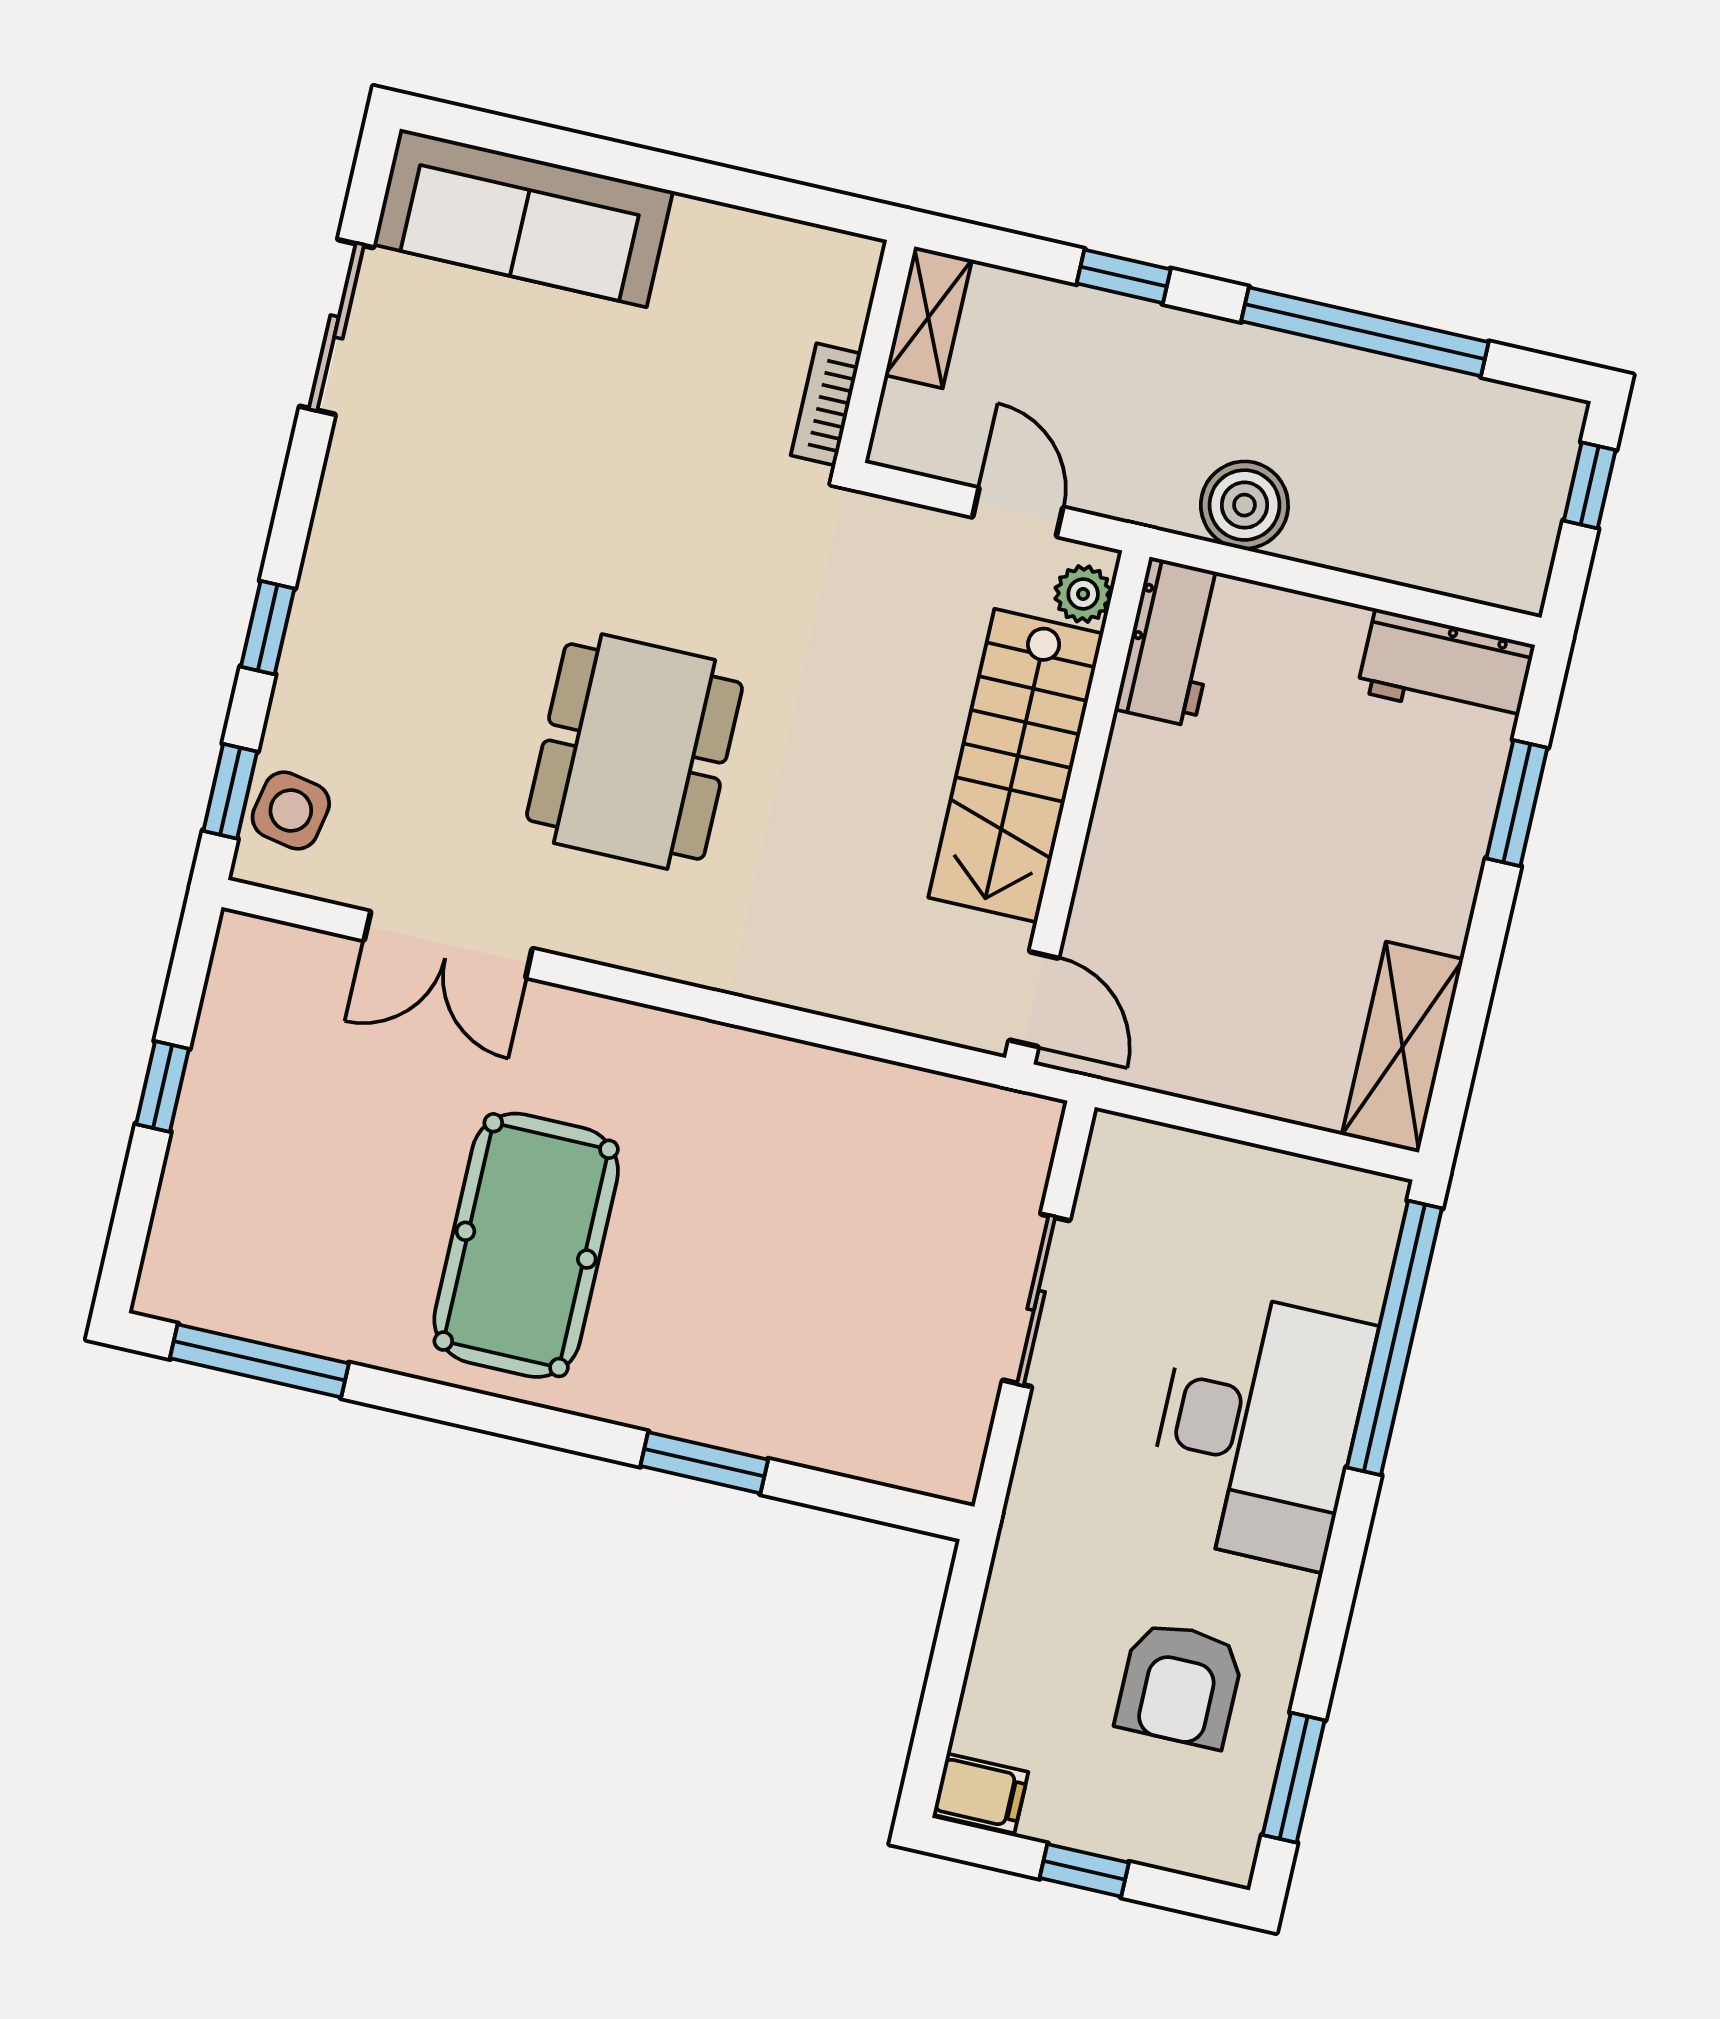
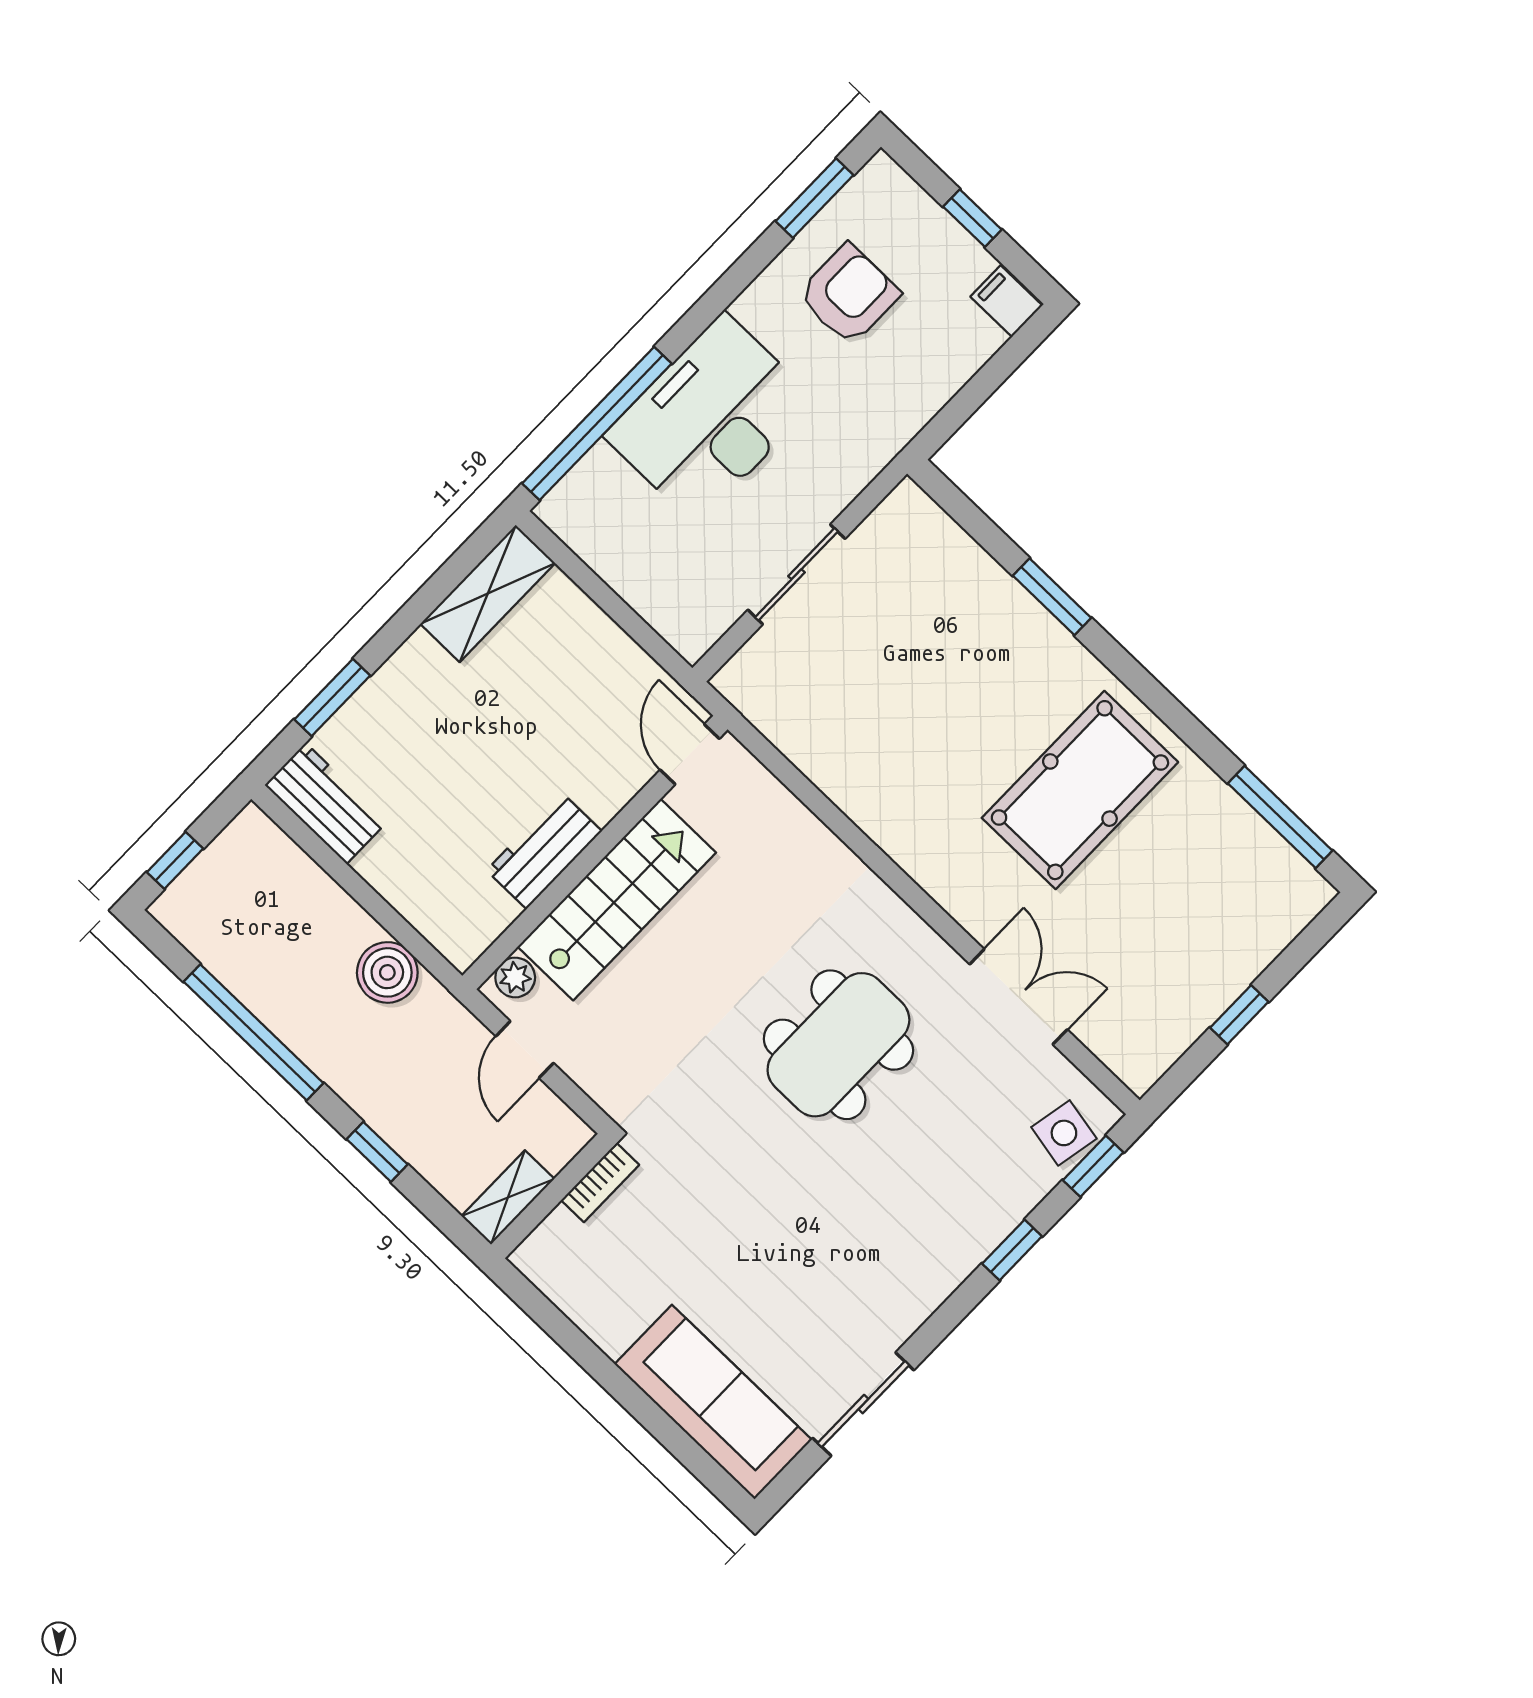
workbench: (1171, 642) -> (544, 851), moved

